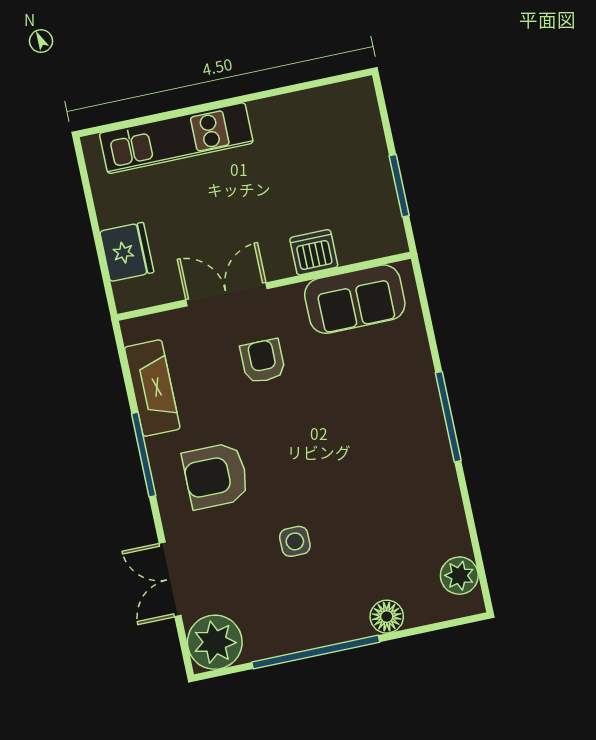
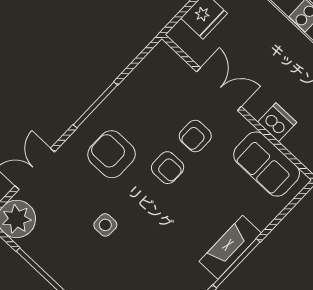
armchair: (263, 361) -> (195, 136), turned 180
fireplace: (152, 388) -> (230, 247), moved, turned 180
armchair: (278, 420) -> (168, 168), added

